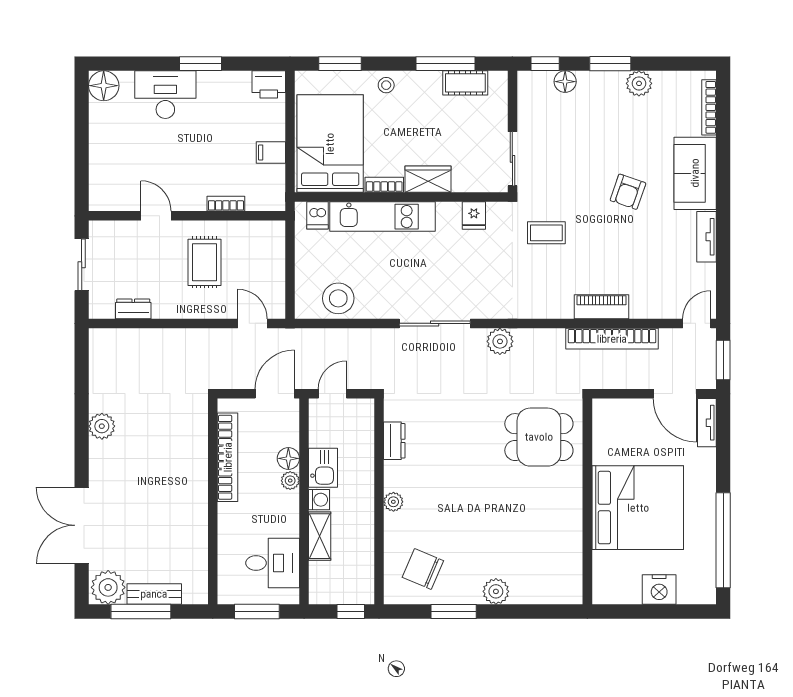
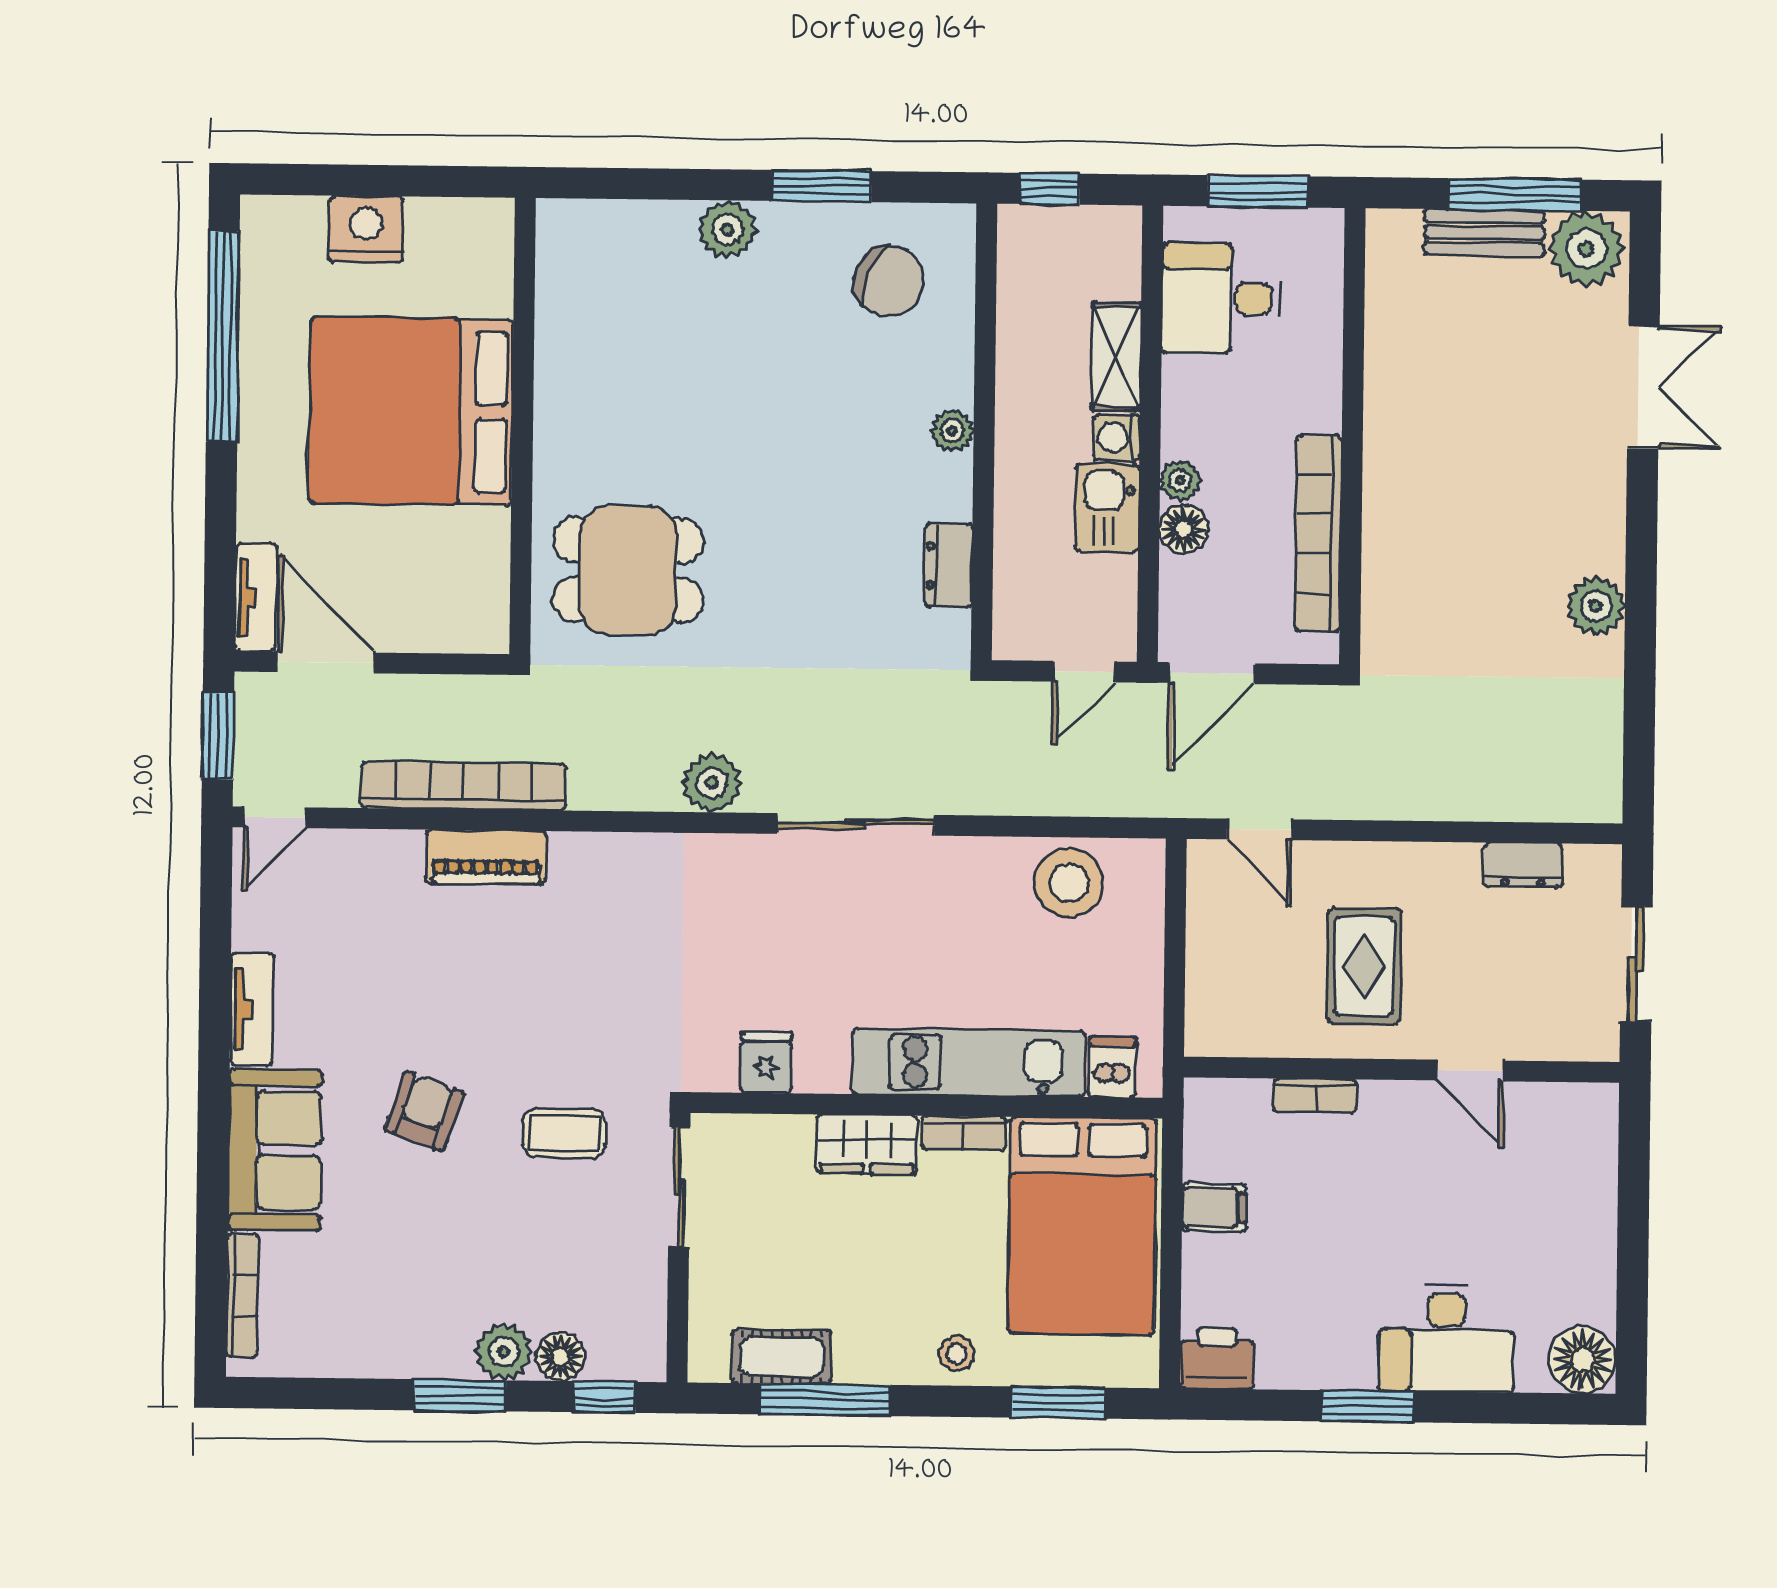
plant: (639, 83) -> (504, 1352), moved
coffee table: (546, 233) -> (564, 1133), moved
double door: (82, 525) -> (1643, 387), width x0.73

